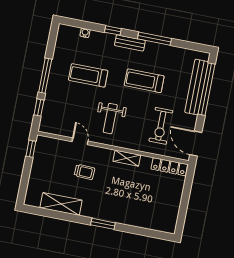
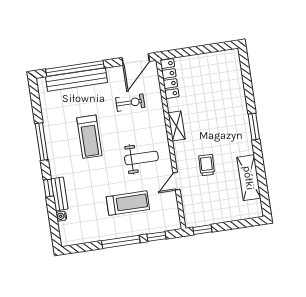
bench: (130, 43) -> (59, 194), moved
treadmill: (88, 75) -> (128, 203), moved, turned -90
exercise bike: (161, 126) -> (130, 103), width x0.73, depth x0.72

